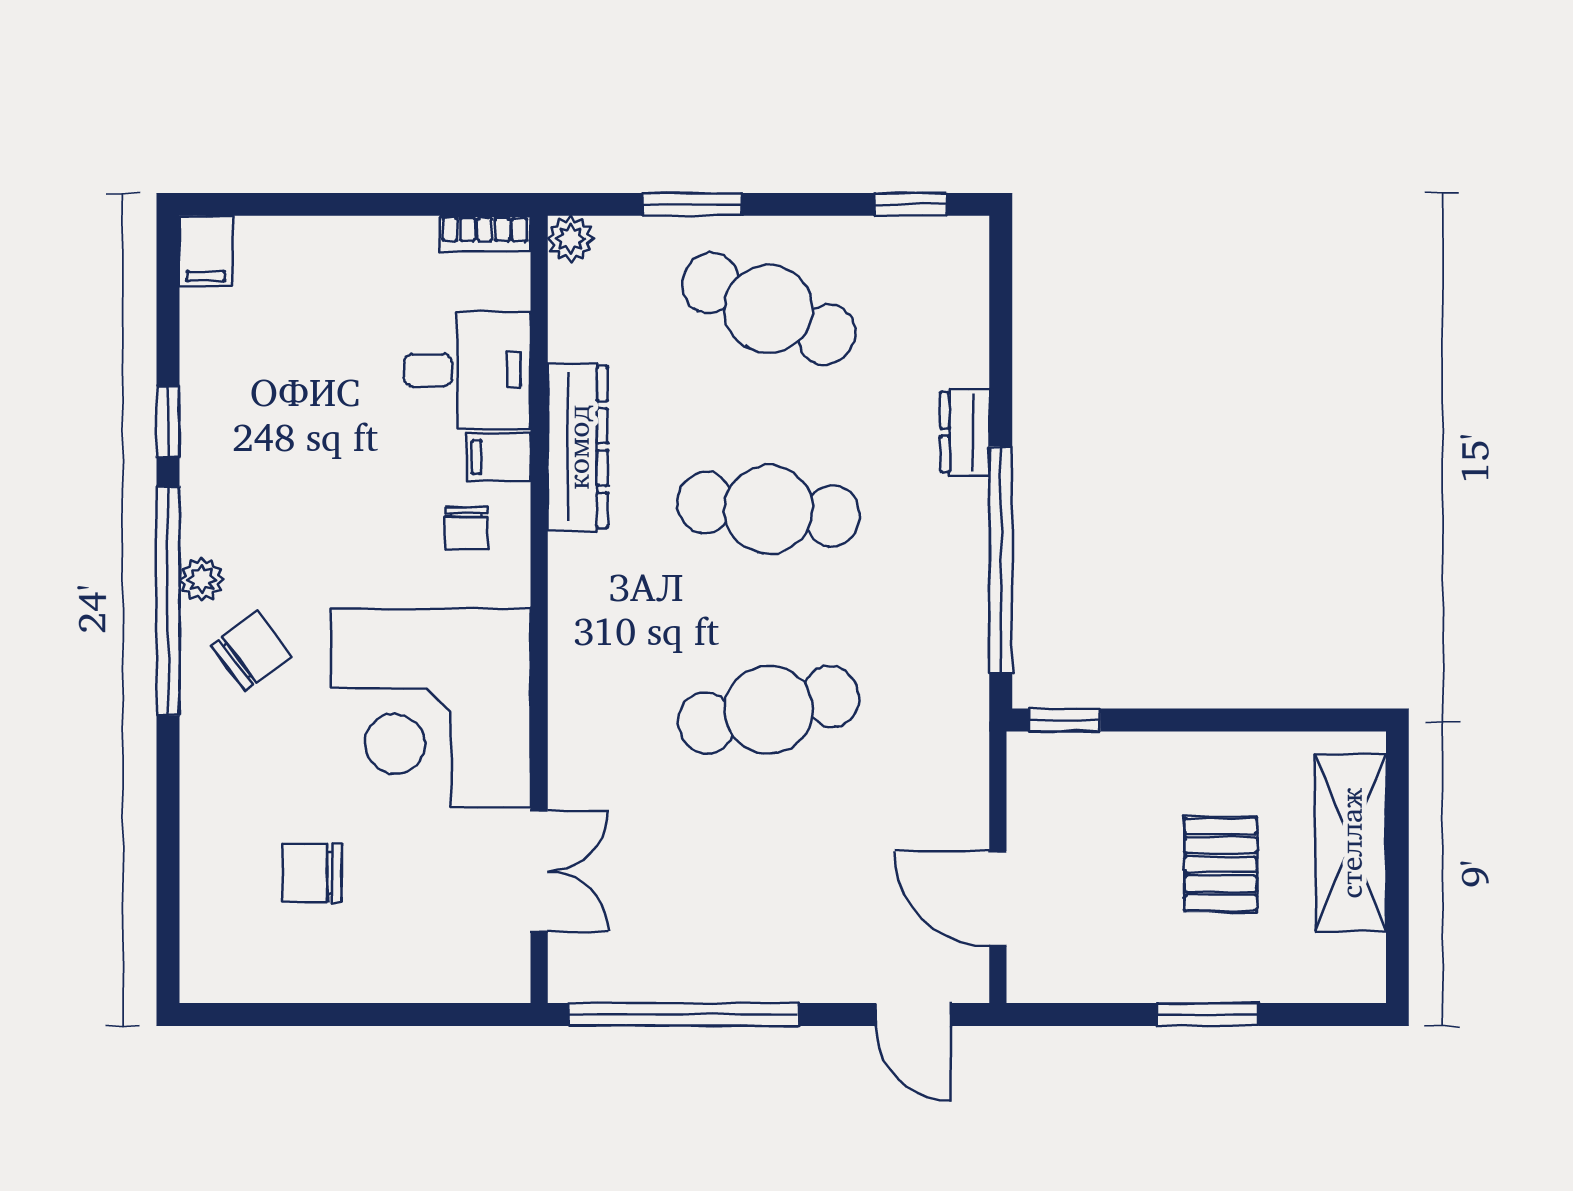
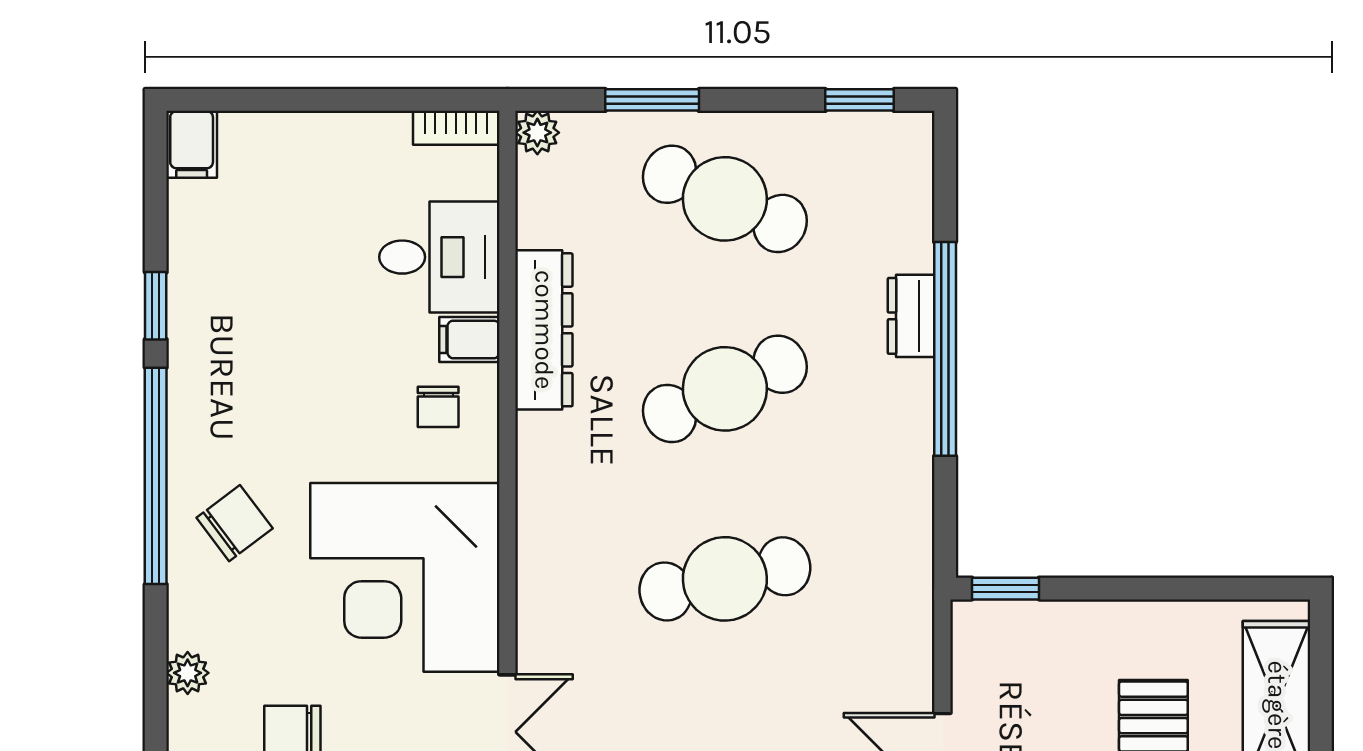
cafe table: (769, 509) -> (725, 389), turned -30
window: (1001, 560) -> (945, 349), moved
plant: (202, 579) -> (188, 673), moved

